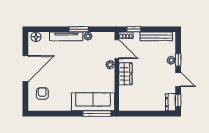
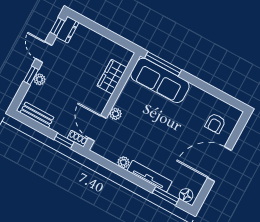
window: (79, 29) -> (166, 196), moved
bench: (156, 36) -> (37, 115), width x0.73
wardrobe: (125, 74) -> (112, 77), moved

